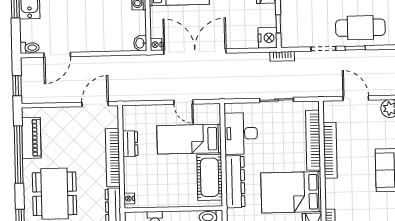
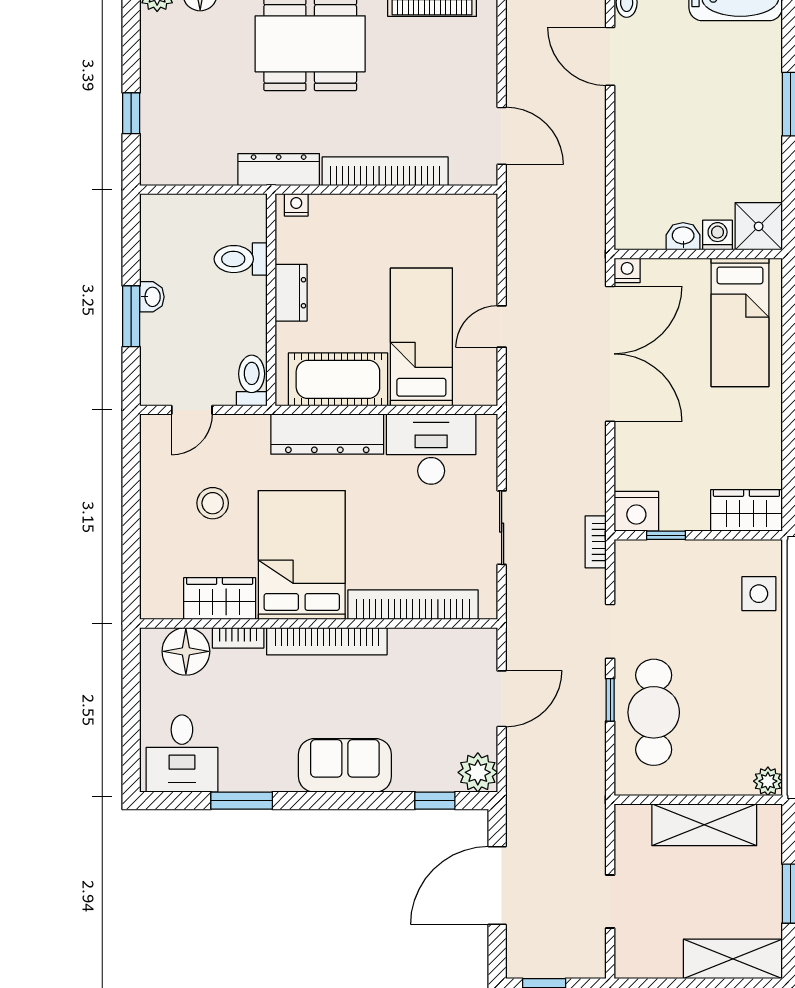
washbasin: (140, 43) -> (683, 236), moved
dresser: (130, 144) -> (291, 293), moved, turned -90
bookcase: (330, 150) -> (327, 641), moved

